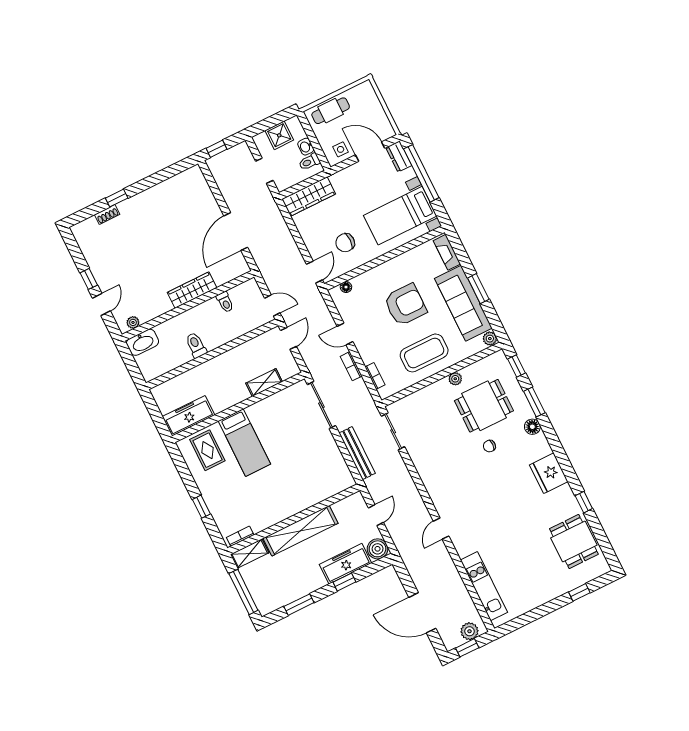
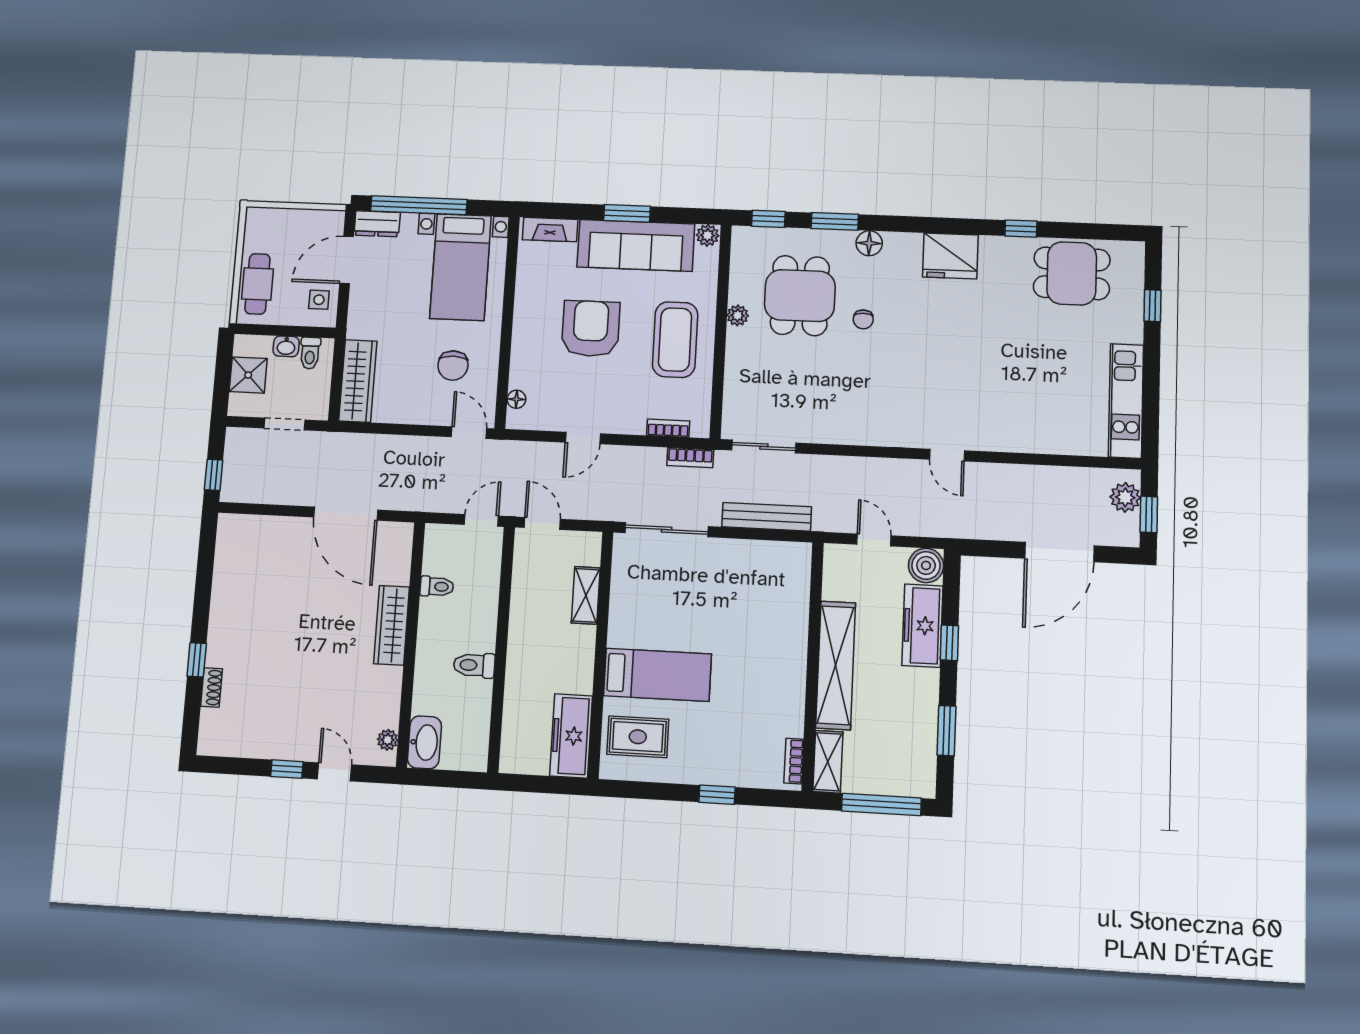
bookcase: (351, 366) -> (690, 458), moved
kitchen unit: (484, 586) -> (1126, 401), moved, turned -90

